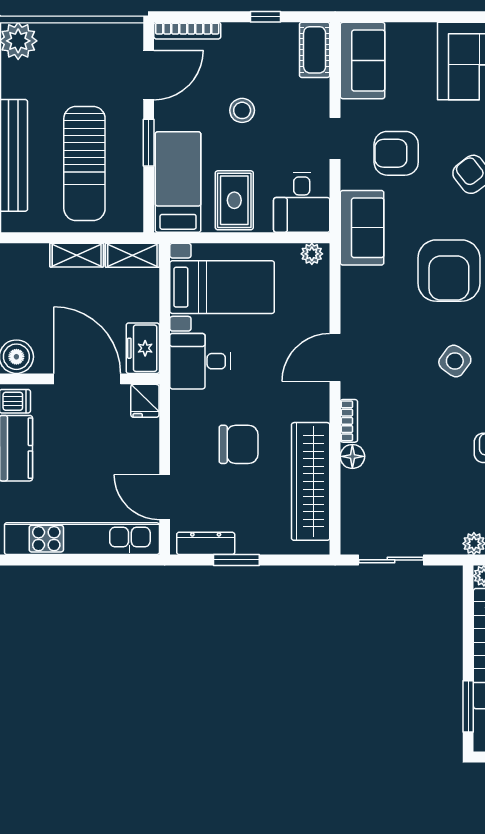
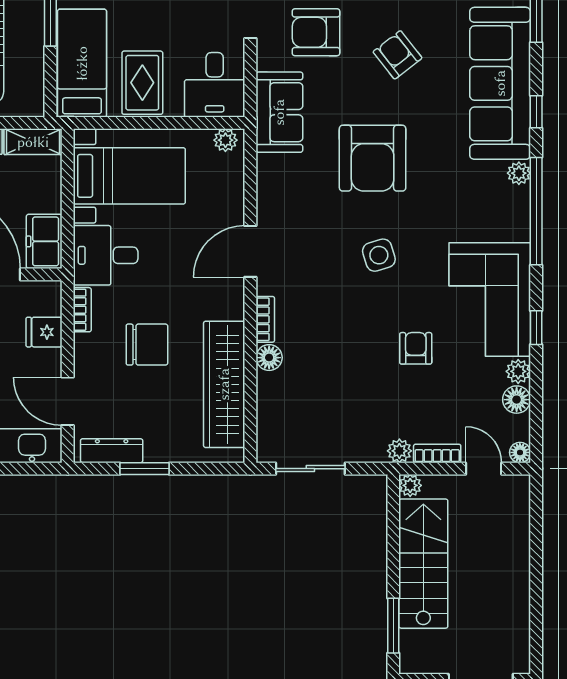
side table: (455, 361) -> (379, 255), turned 37
fridge: (145, 401) -> (44, 332), moved, turned 90
bookcase: (178, 412) -> (82, 310), added

